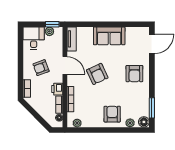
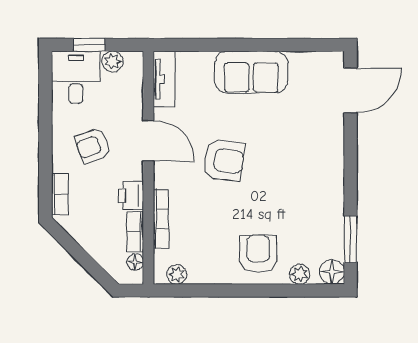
window: (52, 24) -> (89, 45), moved
armchair: (97, 74) -> (224, 160), turned -57
armchair: (134, 74) -> (310, 160), removed

